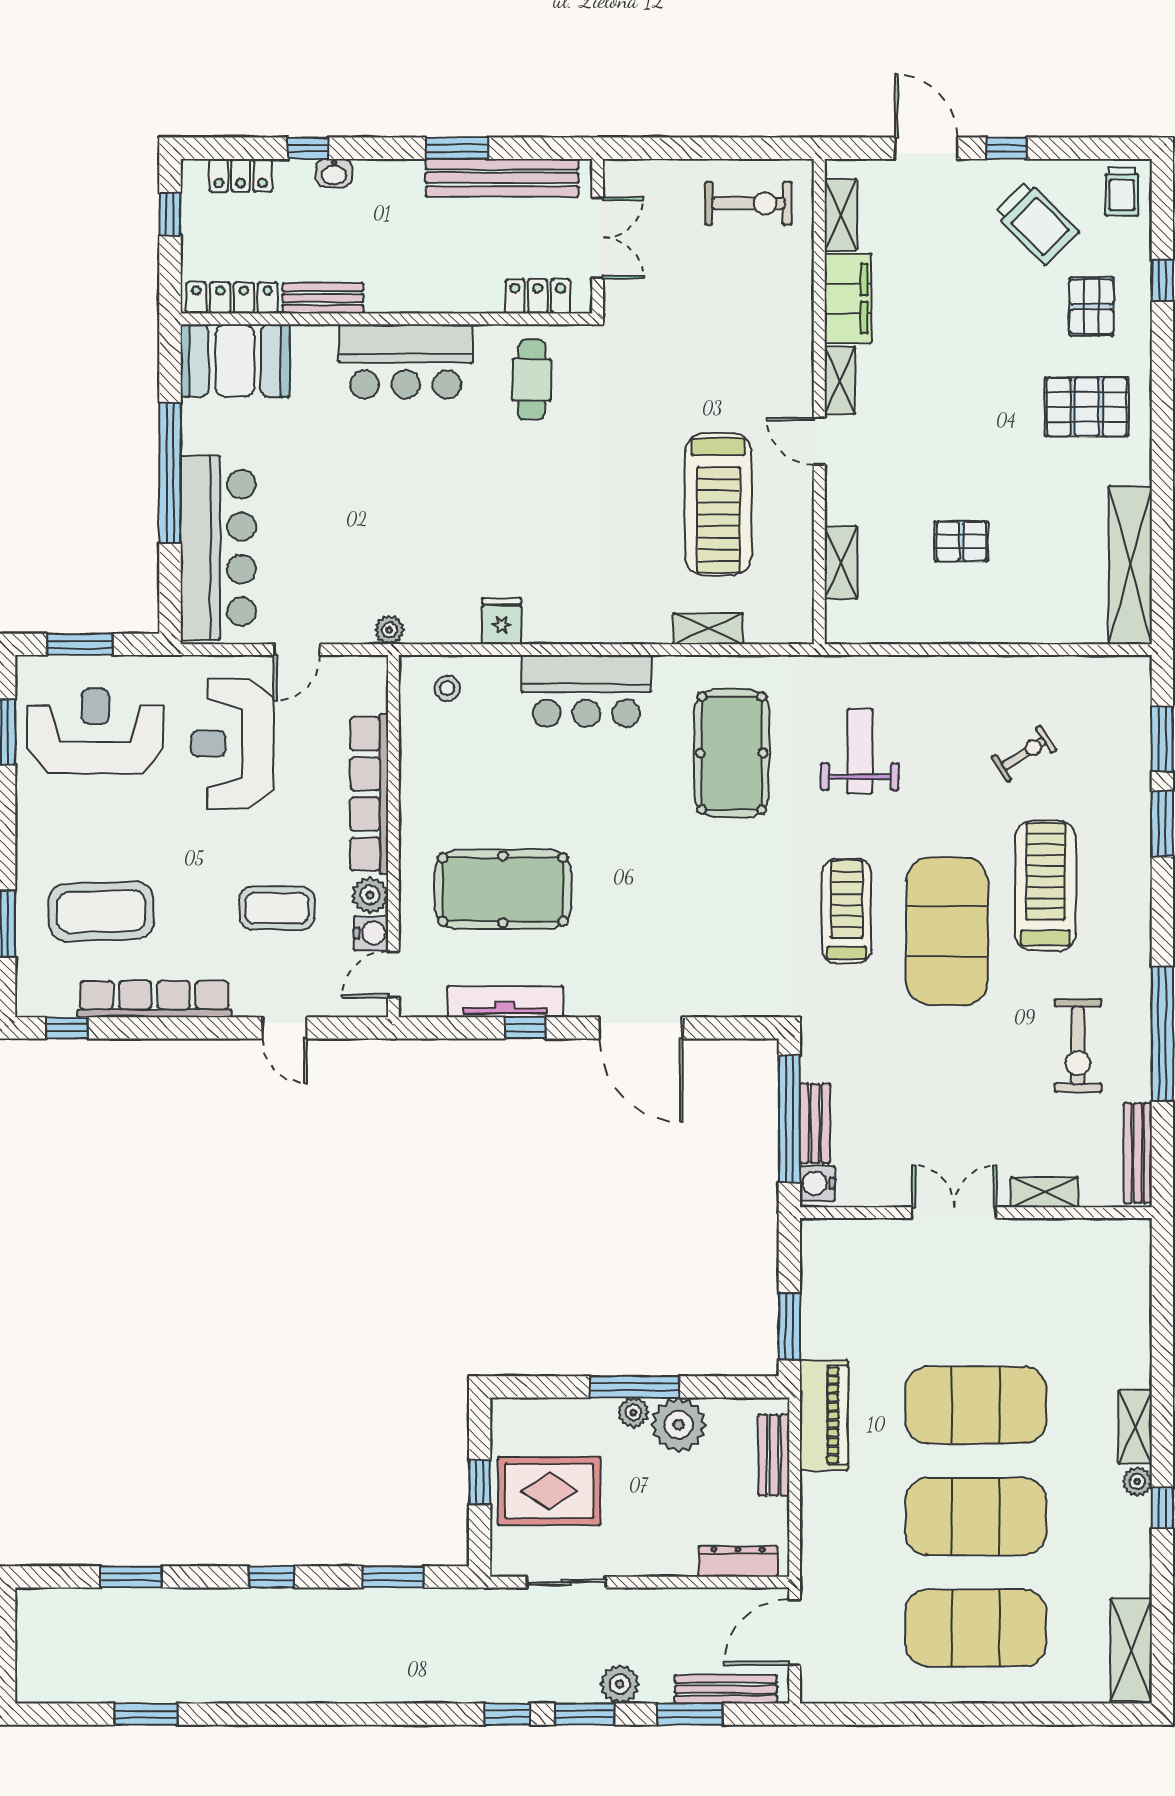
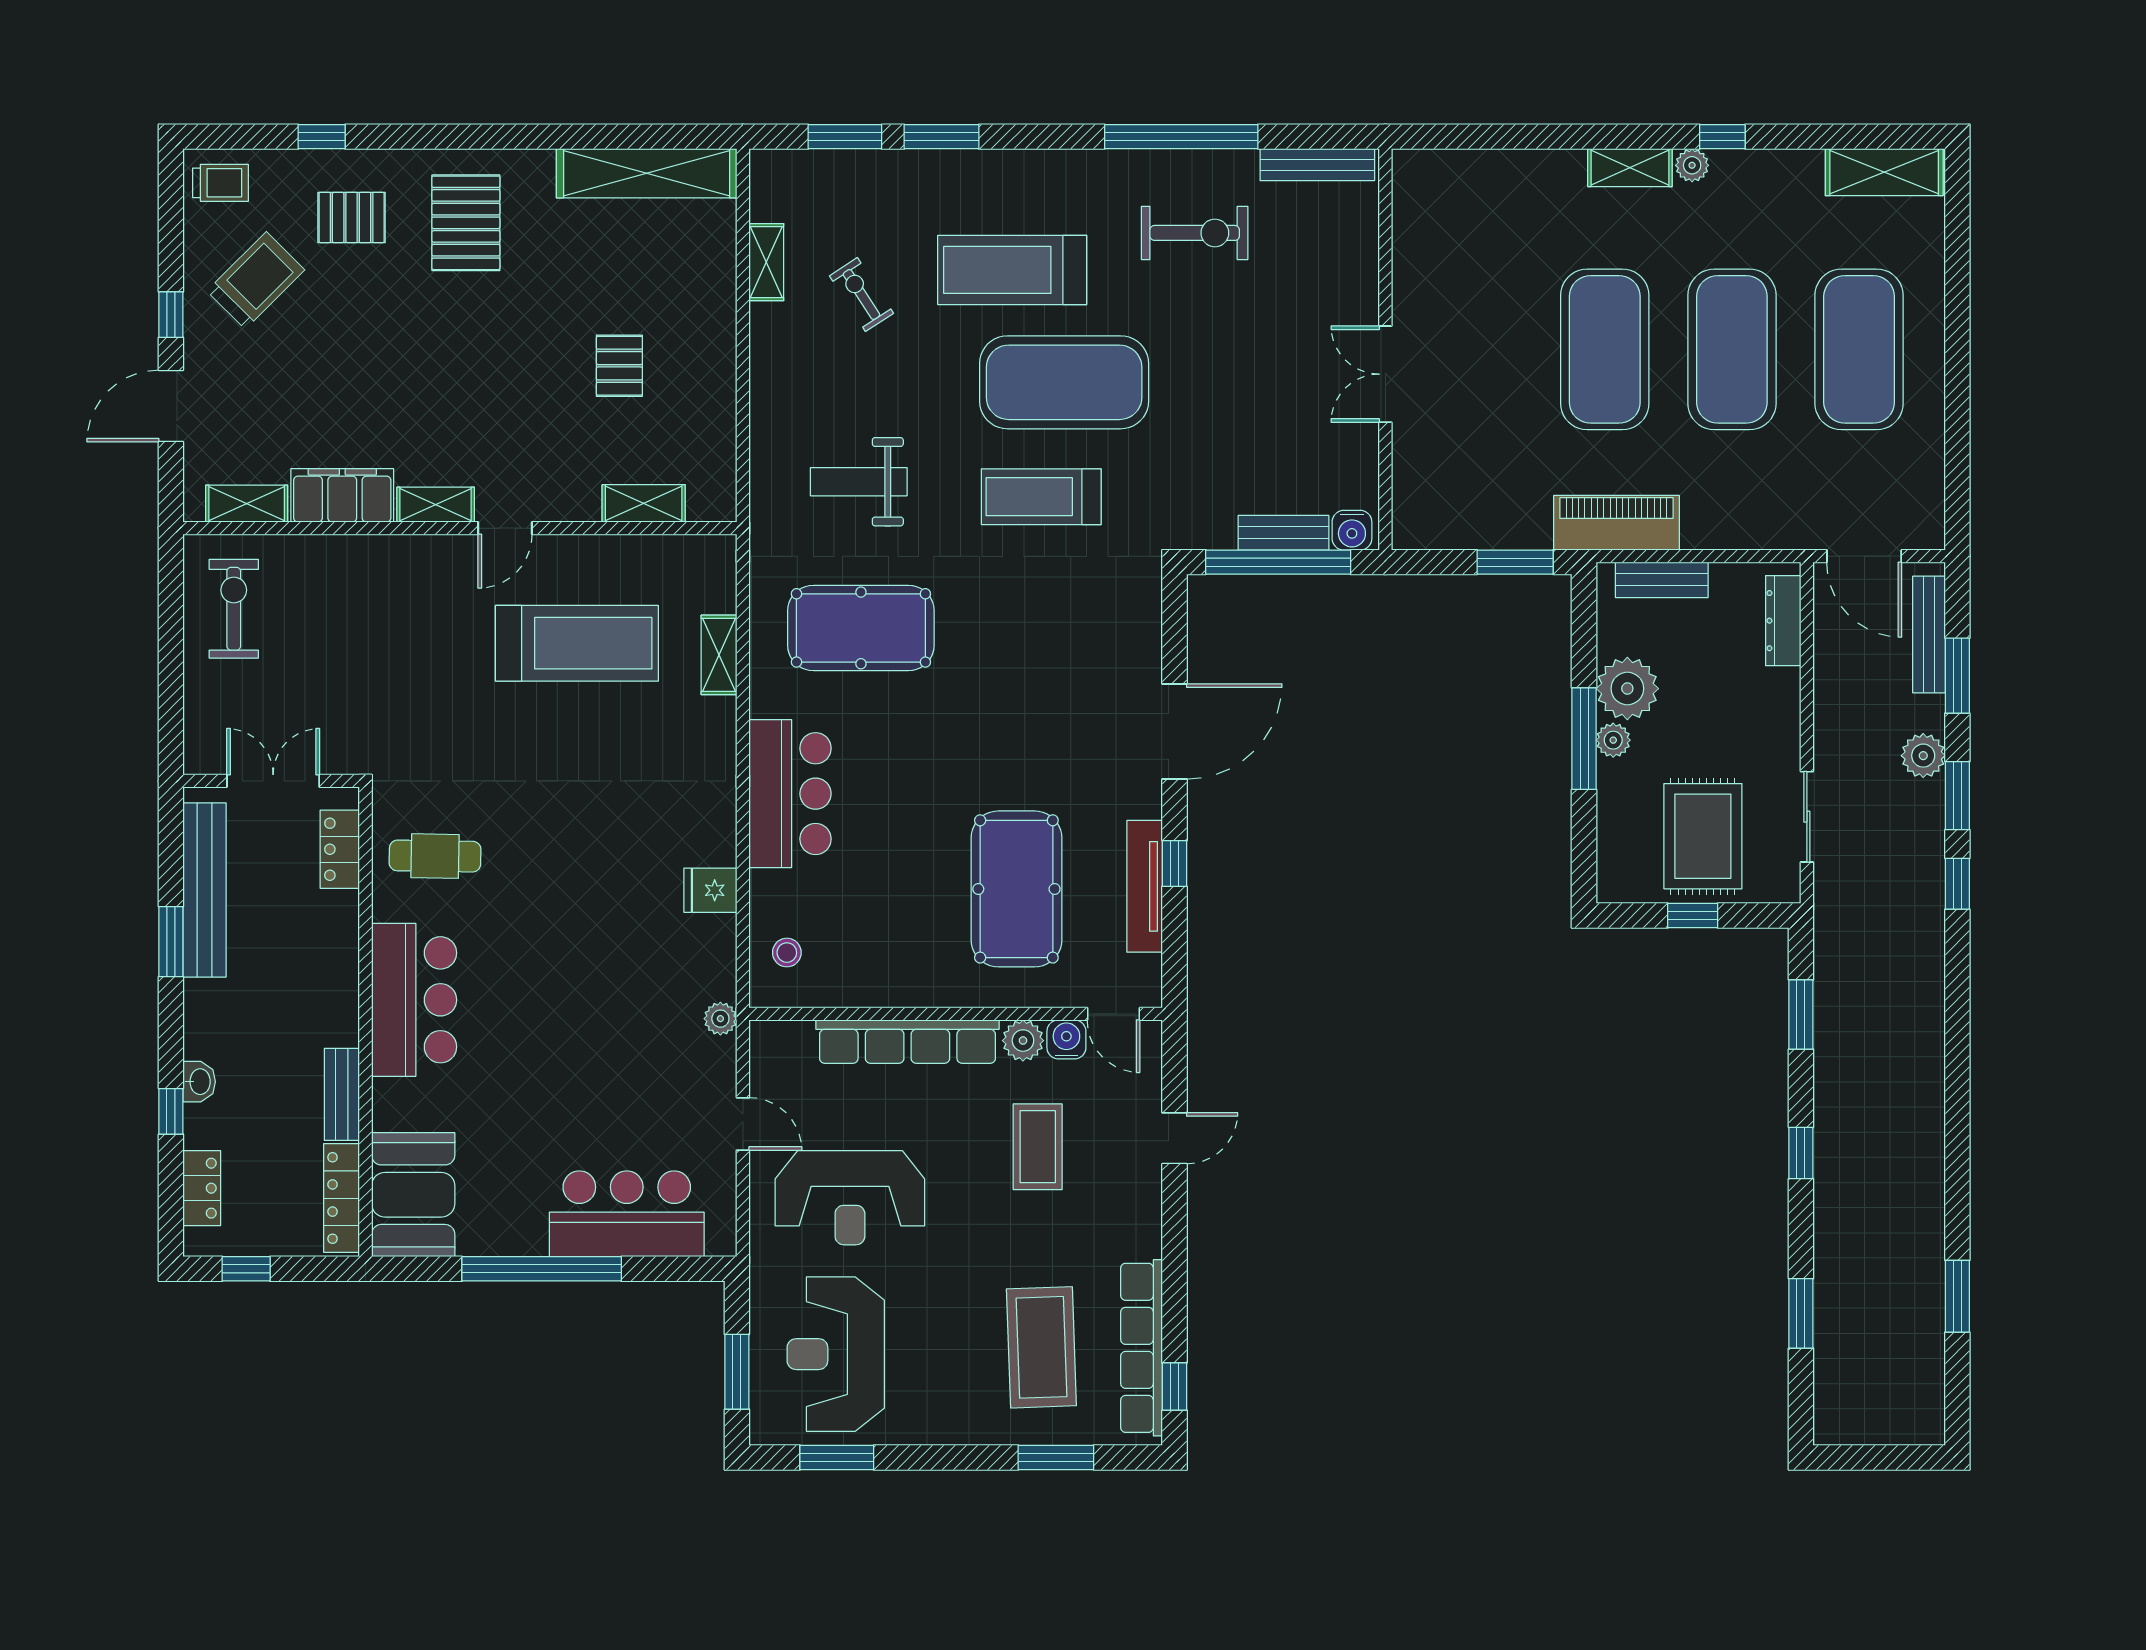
bar counter: (218, 548) -> (627, 1214), width x0.73
row of seats: (154, 999) -> (1142, 1348), moved
shelving: (1044, 1192) -> (766, 262), moved

